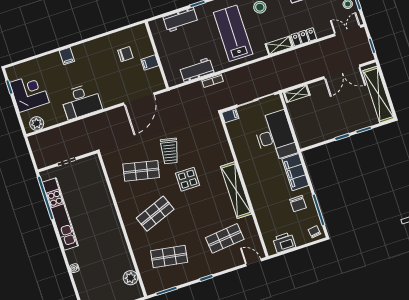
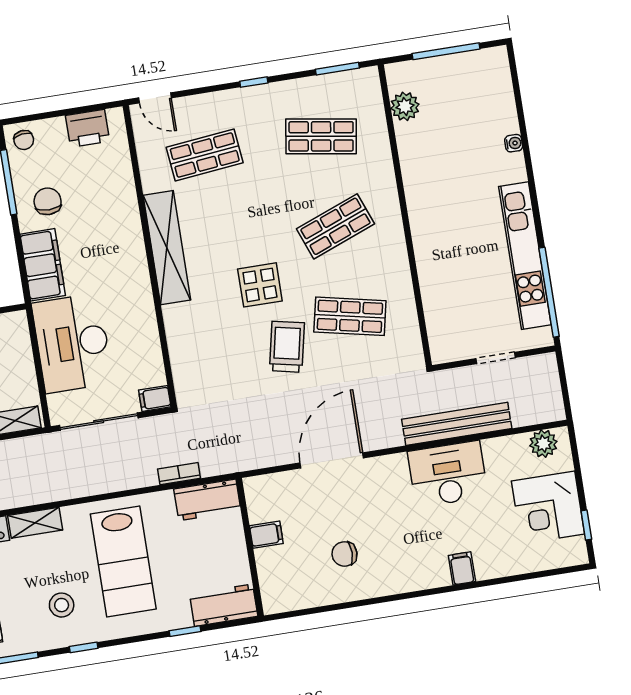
wall: (157, 55) -> (250, 547), moved
filing cabinet: (150, 63) -> (266, 535), moved
bench: (81, 126) -> (457, 424), added

